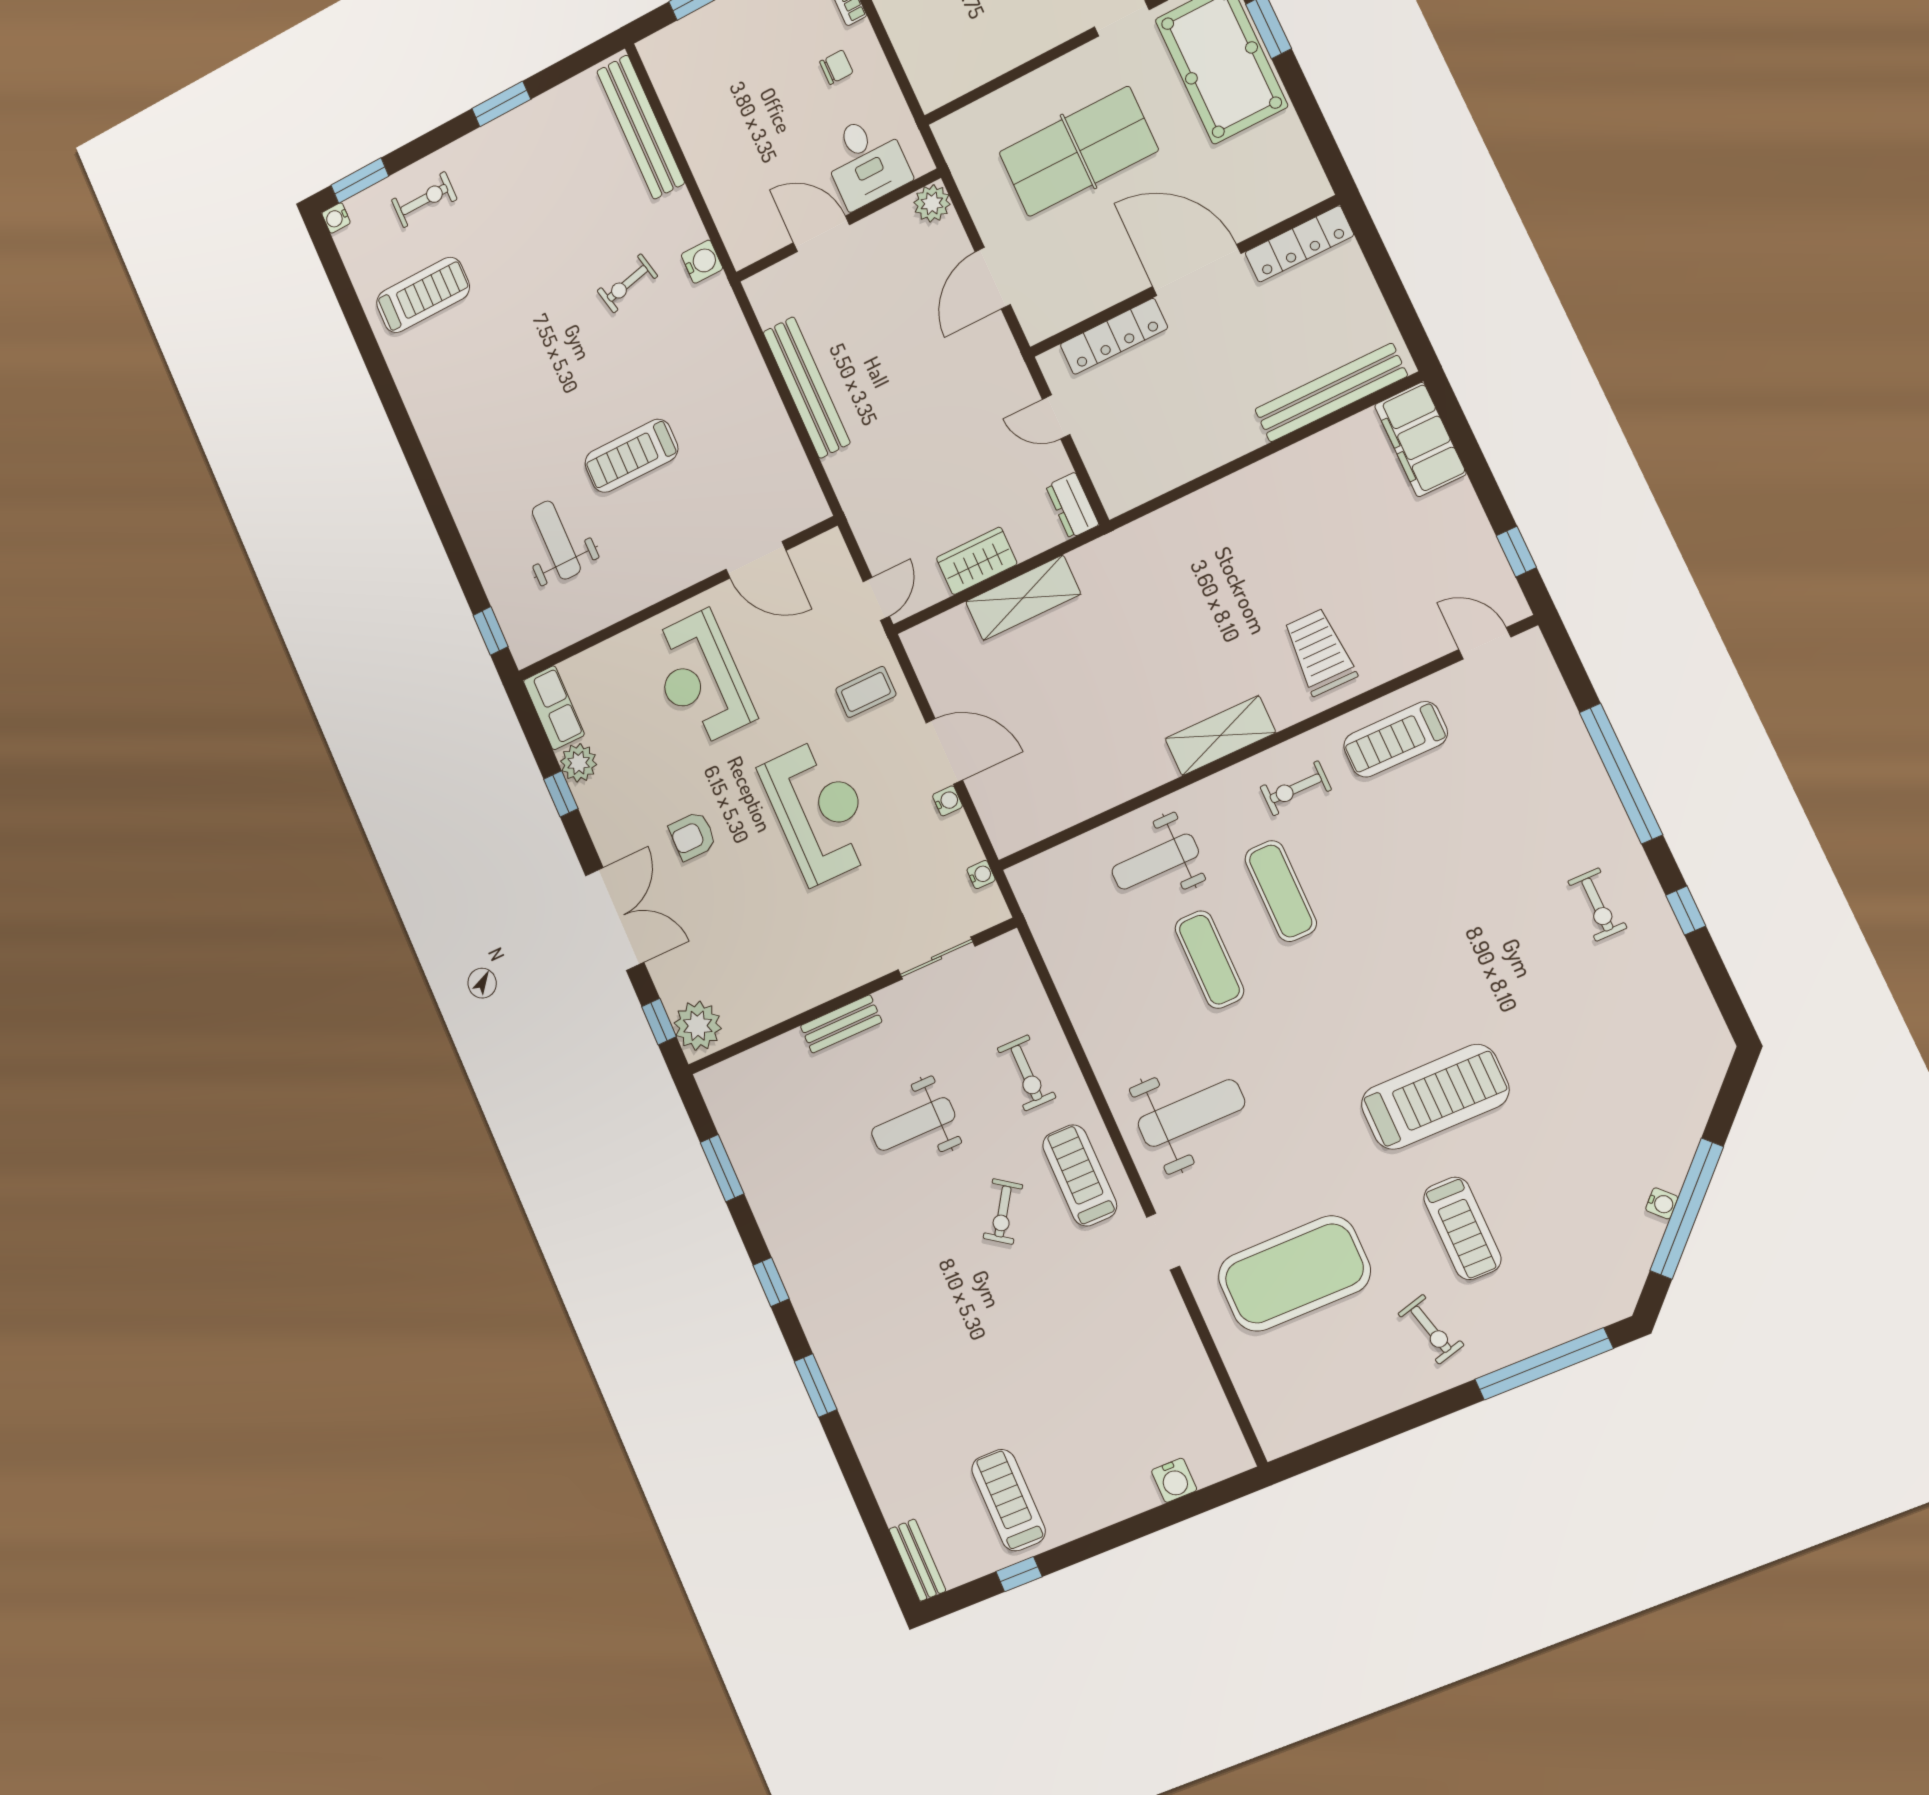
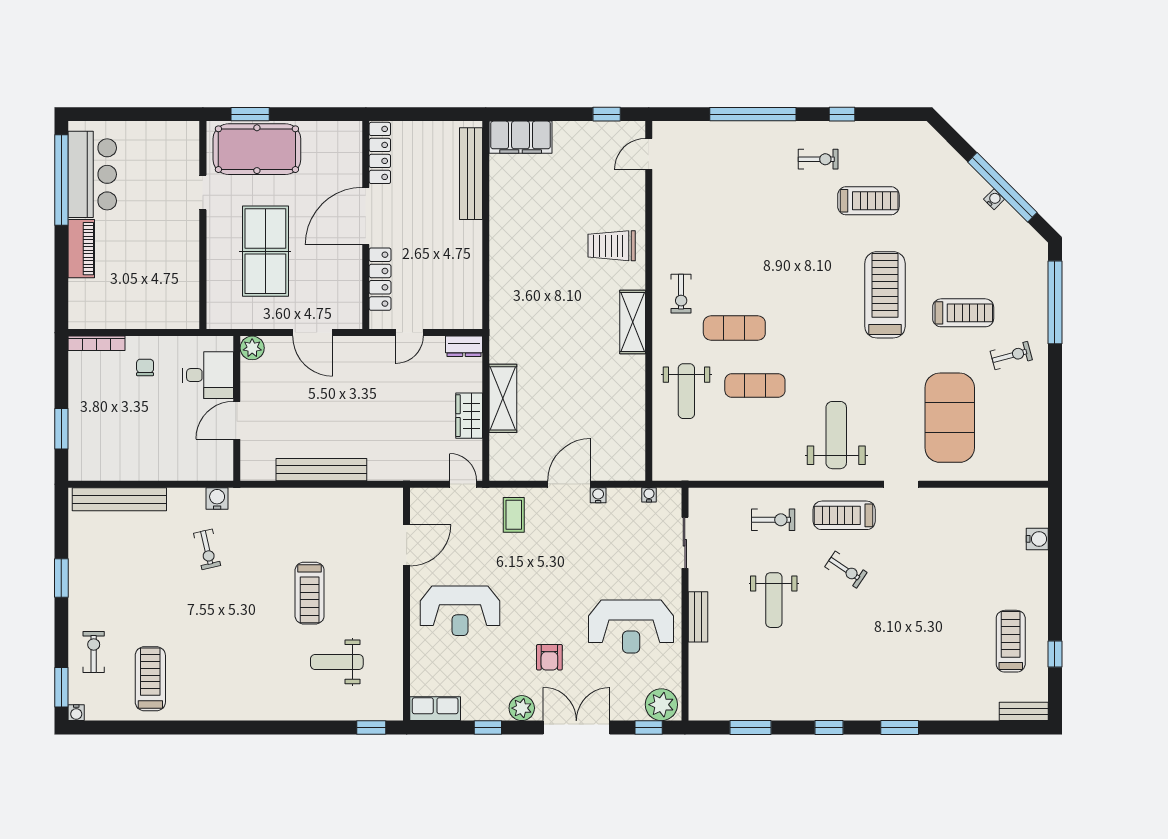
treadmill: (1395, 739) -> (868, 201), moved, turned -90
plant: (579, 763) -> (522, 708), moved
reception desk: (819, 811) -> (631, 627), moved, turned 180
treadmill: (1009, 1500) -> (1011, 641), turned 90

